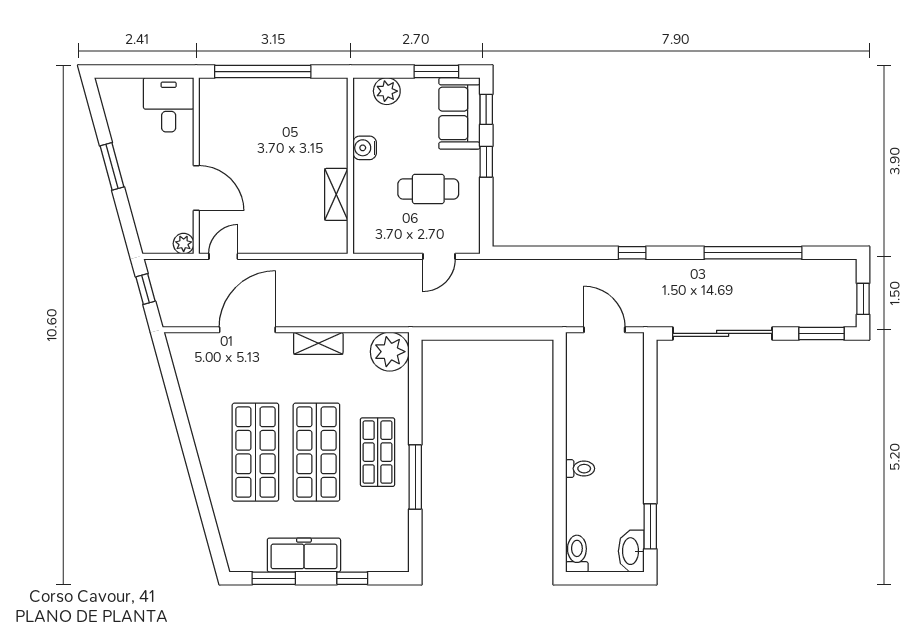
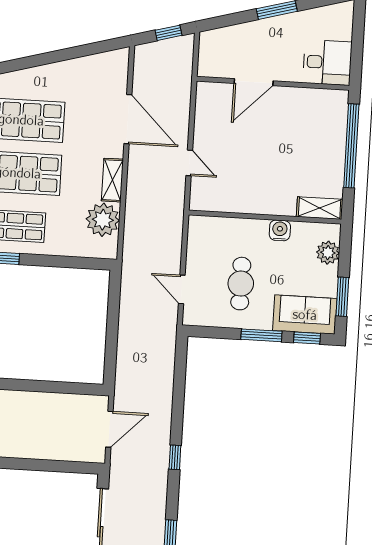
window: (486, 162) -> (261, 335), width x1.50
shelving: (336, 194) -> (320, 208), moved
plant: (184, 244) -> (206, 68), removed
door: (223, 256) -> (189, 163), moved
plant: (390, 352) -> (103, 220), moved

